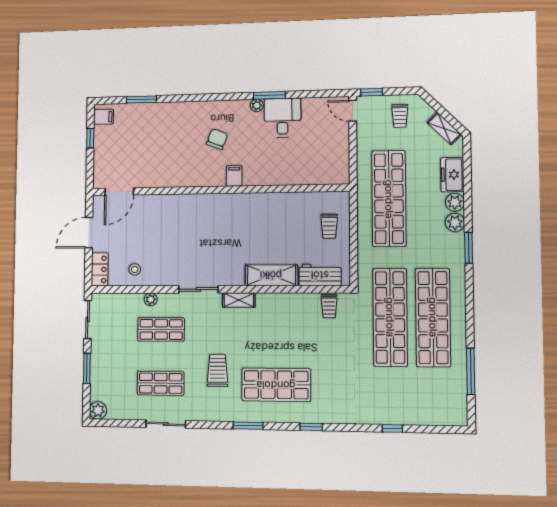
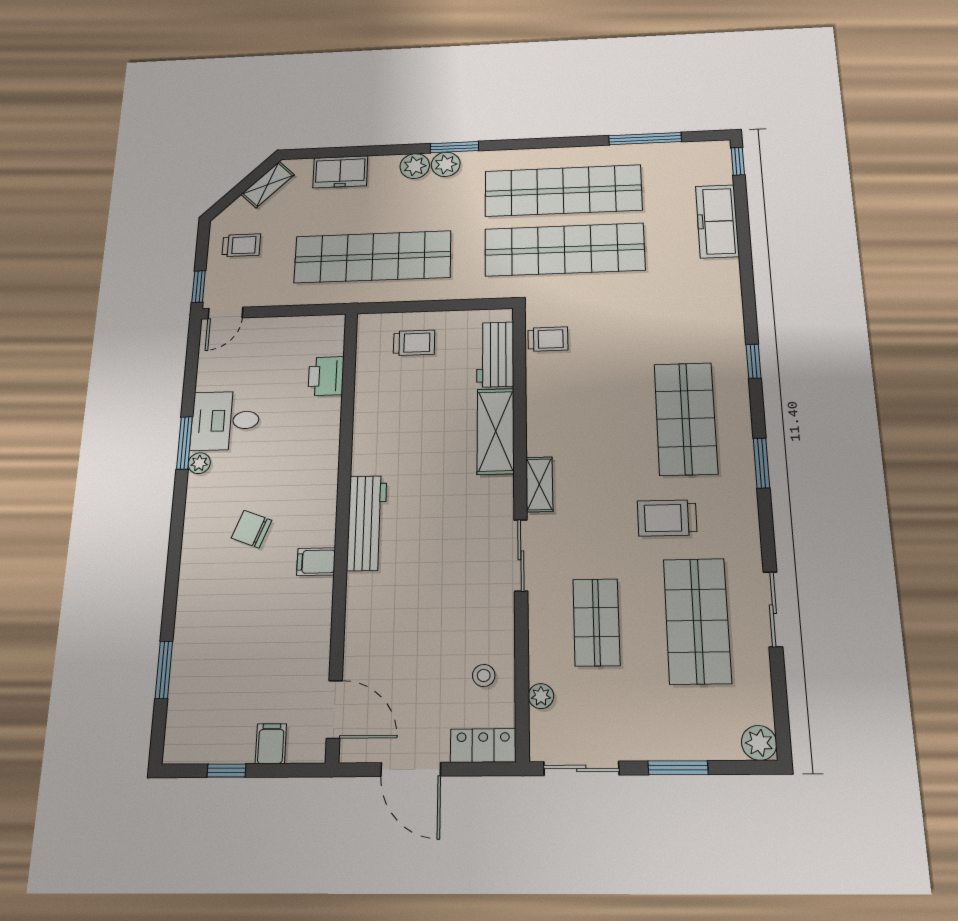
filing cabinet: (103, 117) -> (271, 744), moved
printer: (309, 175) -> (326, 376), added
filing cabinet: (234, 176) -> (316, 562), moved
plant: (455, 202) -> (446, 164), moved
workbench: (219, 204) -> (367, 523), added
plant: (151, 299) -> (541, 696), moved
shop shelf: (161, 383) -> (697, 621), width x1.43, depth x1.36
freezer: (407, 413) -> (717, 221), added
window: (392, 428) -> (738, 161), moved

